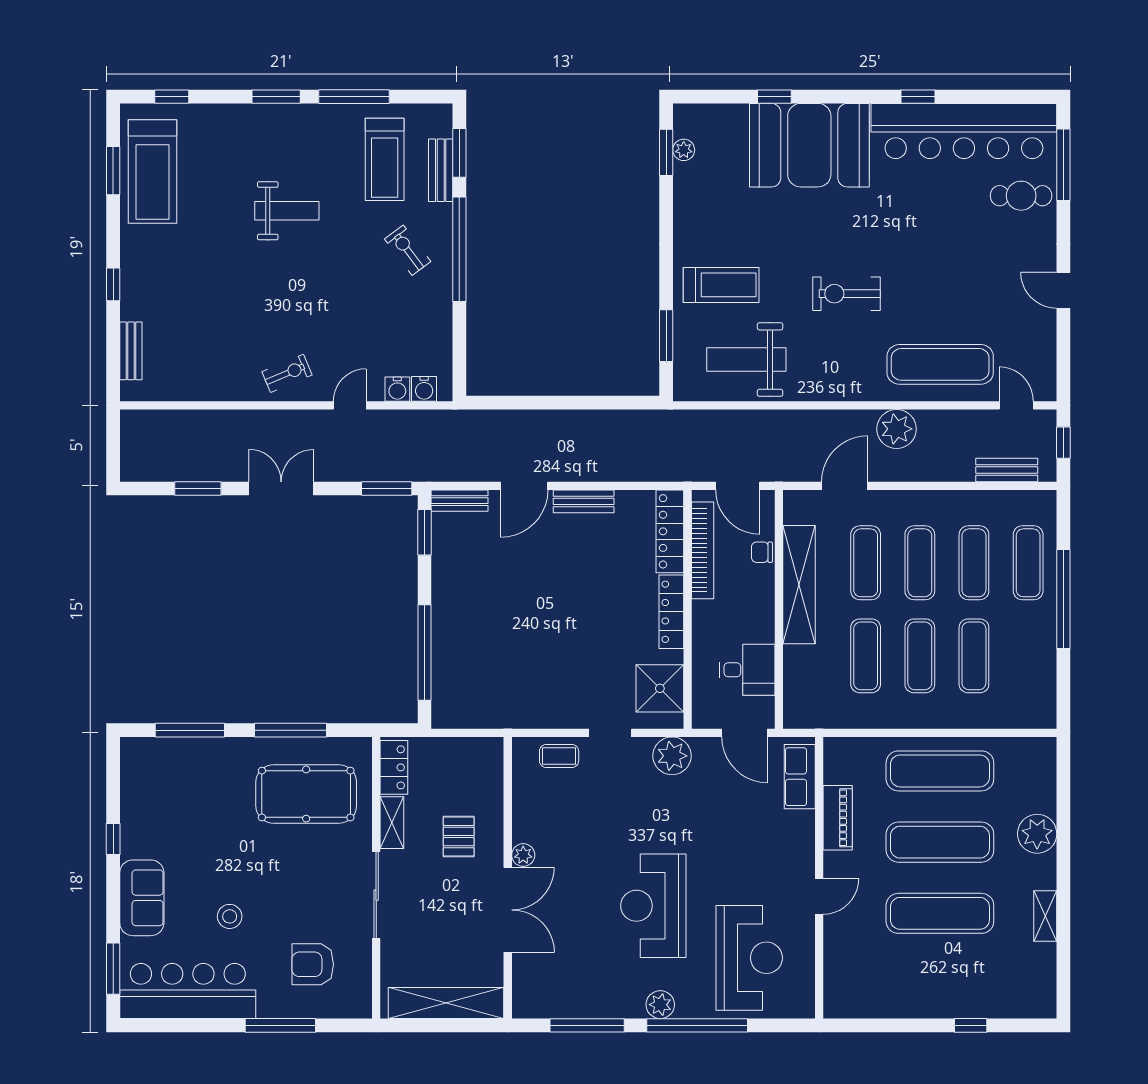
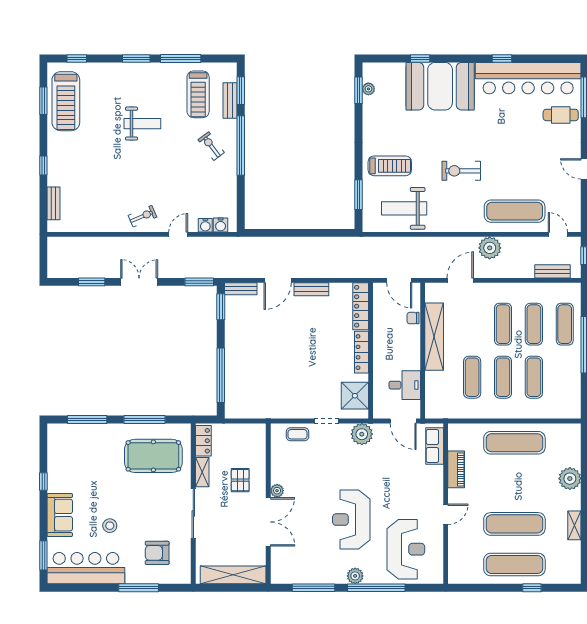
bookcase: (703, 550) -> (379, 317), removed
exercise mat: (866, 563) -> (472, 324), removed
exercise mat: (940, 842) -> (514, 564), moved

